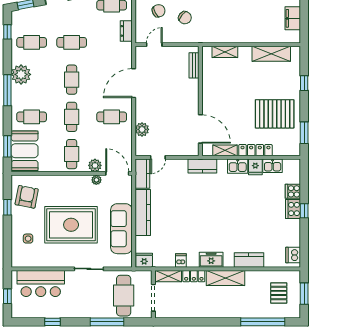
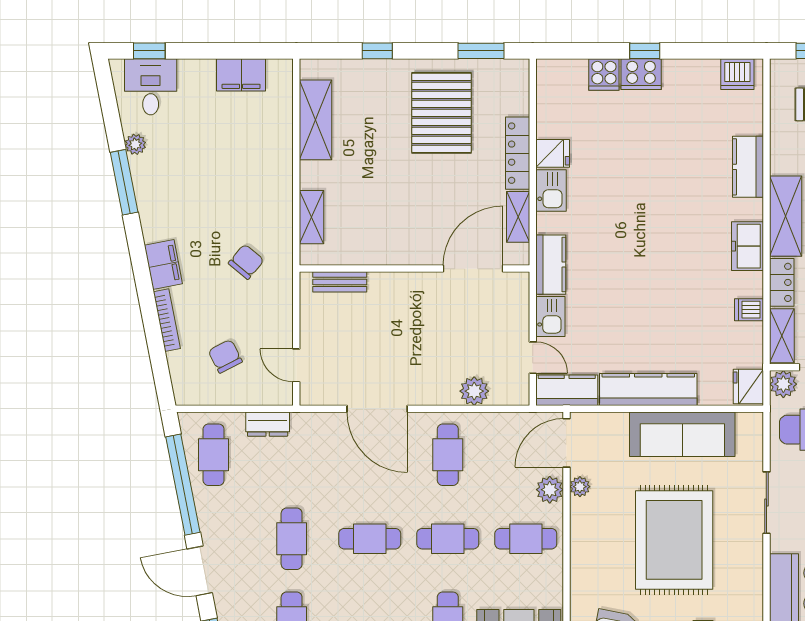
chair: (185, 18) -> (246, 262), moved
kitchen sink: (273, 166) -> (550, 316), moved
plant: (145, 277) -> (783, 384), added

